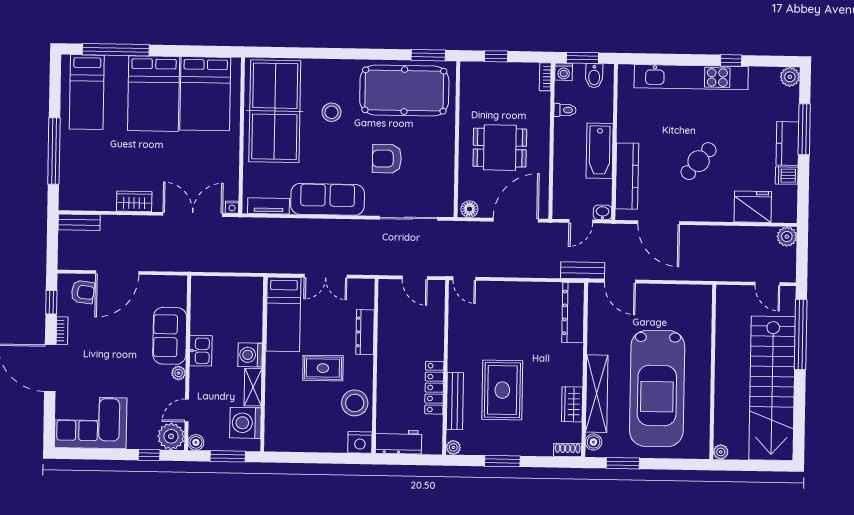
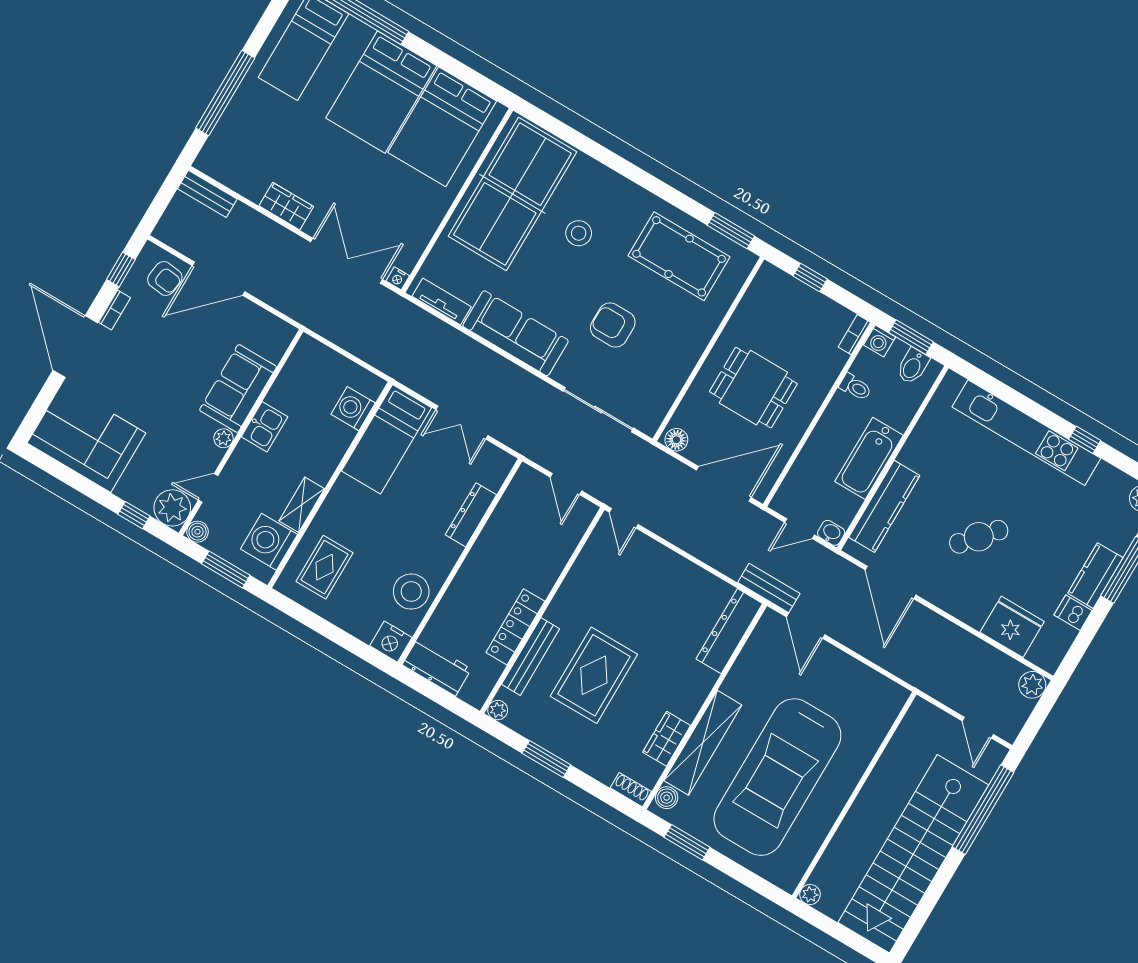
pool table: (404, 90) -> (679, 256), width x0.73, depth x0.76
washing machine: (250, 355) -> (353, 409), moved
rug: (323, 368) -> (324, 567), moved, turned 90

